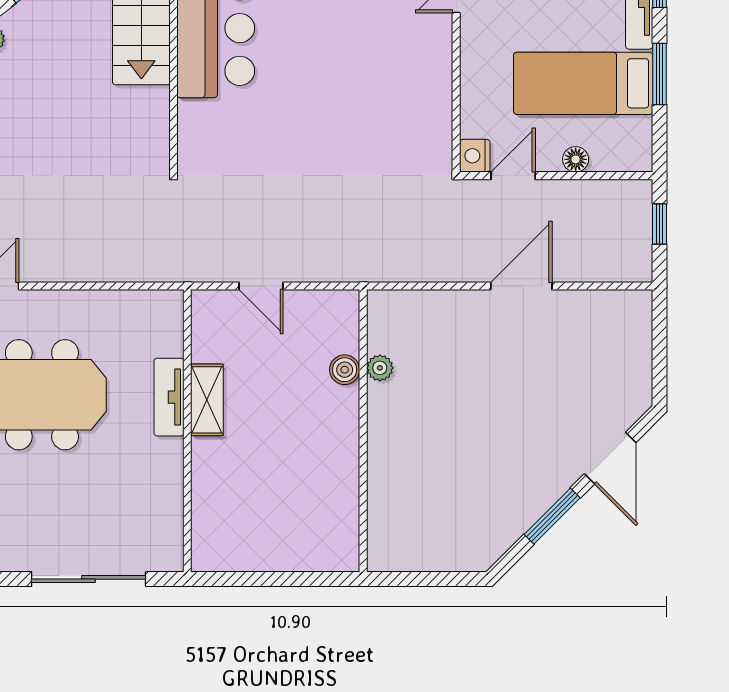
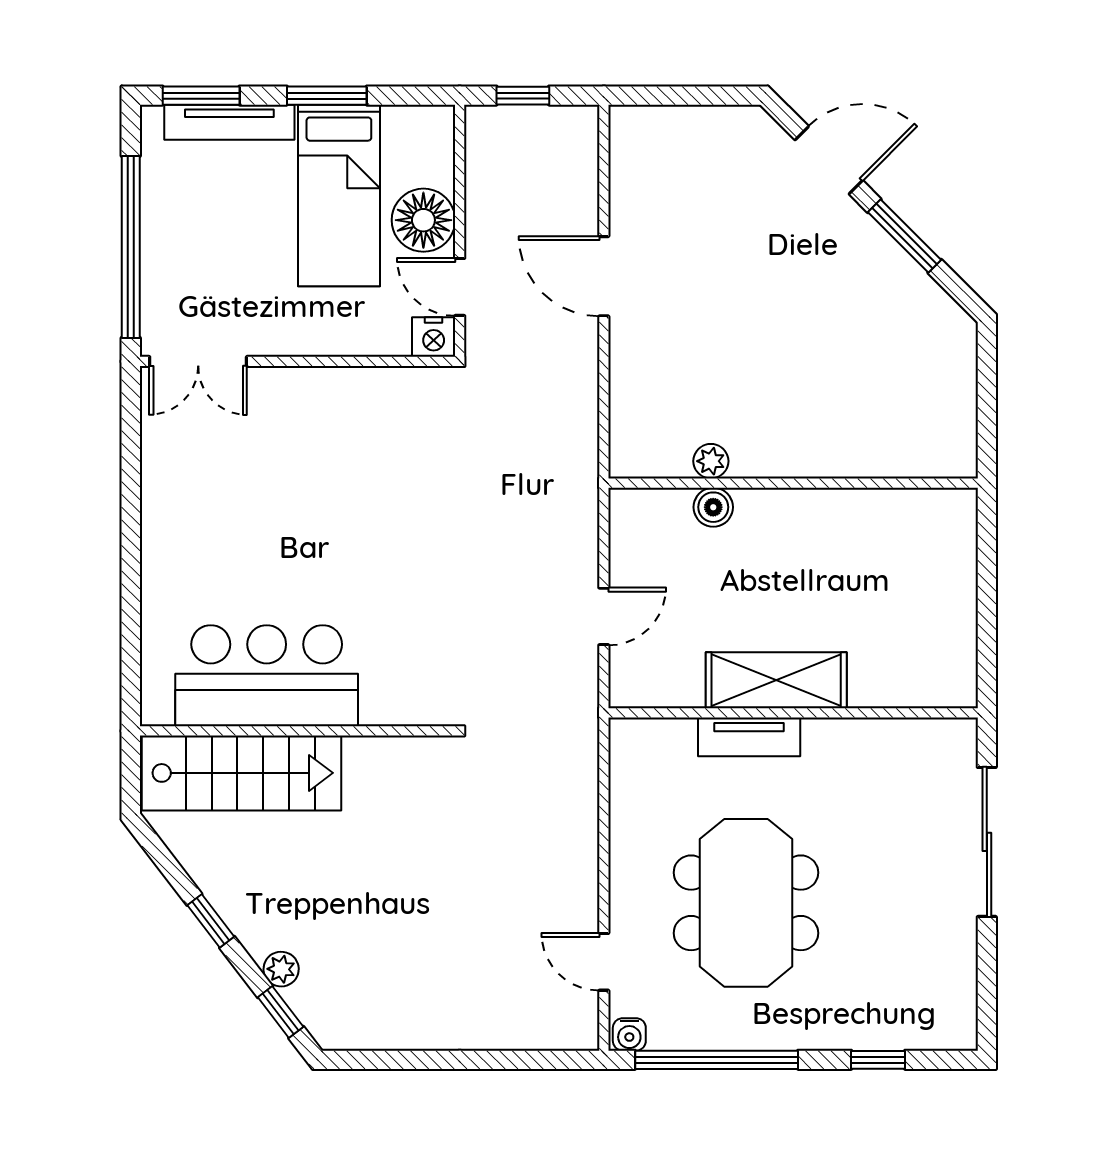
floor lamp: (576, 159) -> (423, 220), width x1.89, depth x1.89
shelving: (207, 400) -> (776, 680), width x1.50, depth x1.33

